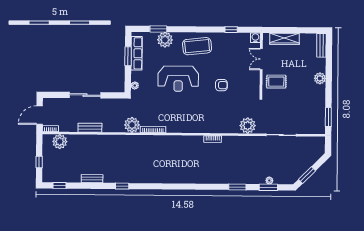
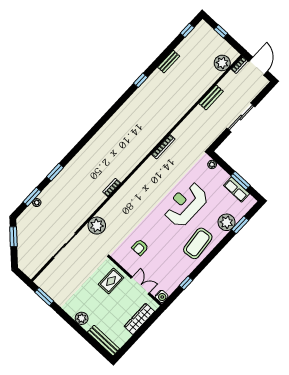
bench: (321, 45) -> (104, 341), width x1.36
row of seats: (137, 53) -> (237, 190), width x0.68
armchair: (221, 85) -> (140, 247), moved
plant: (132, 125) -> (182, 133), removed

